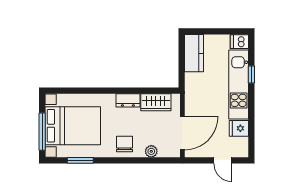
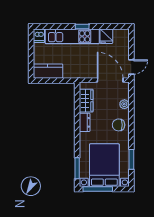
window: (251, 75) -> (82, 27), moved
window: (69, 91) -> (77, 168), added
window: (42, 132) -> (98, 189), moved
door: (223, 160) -> (131, 67), moved

